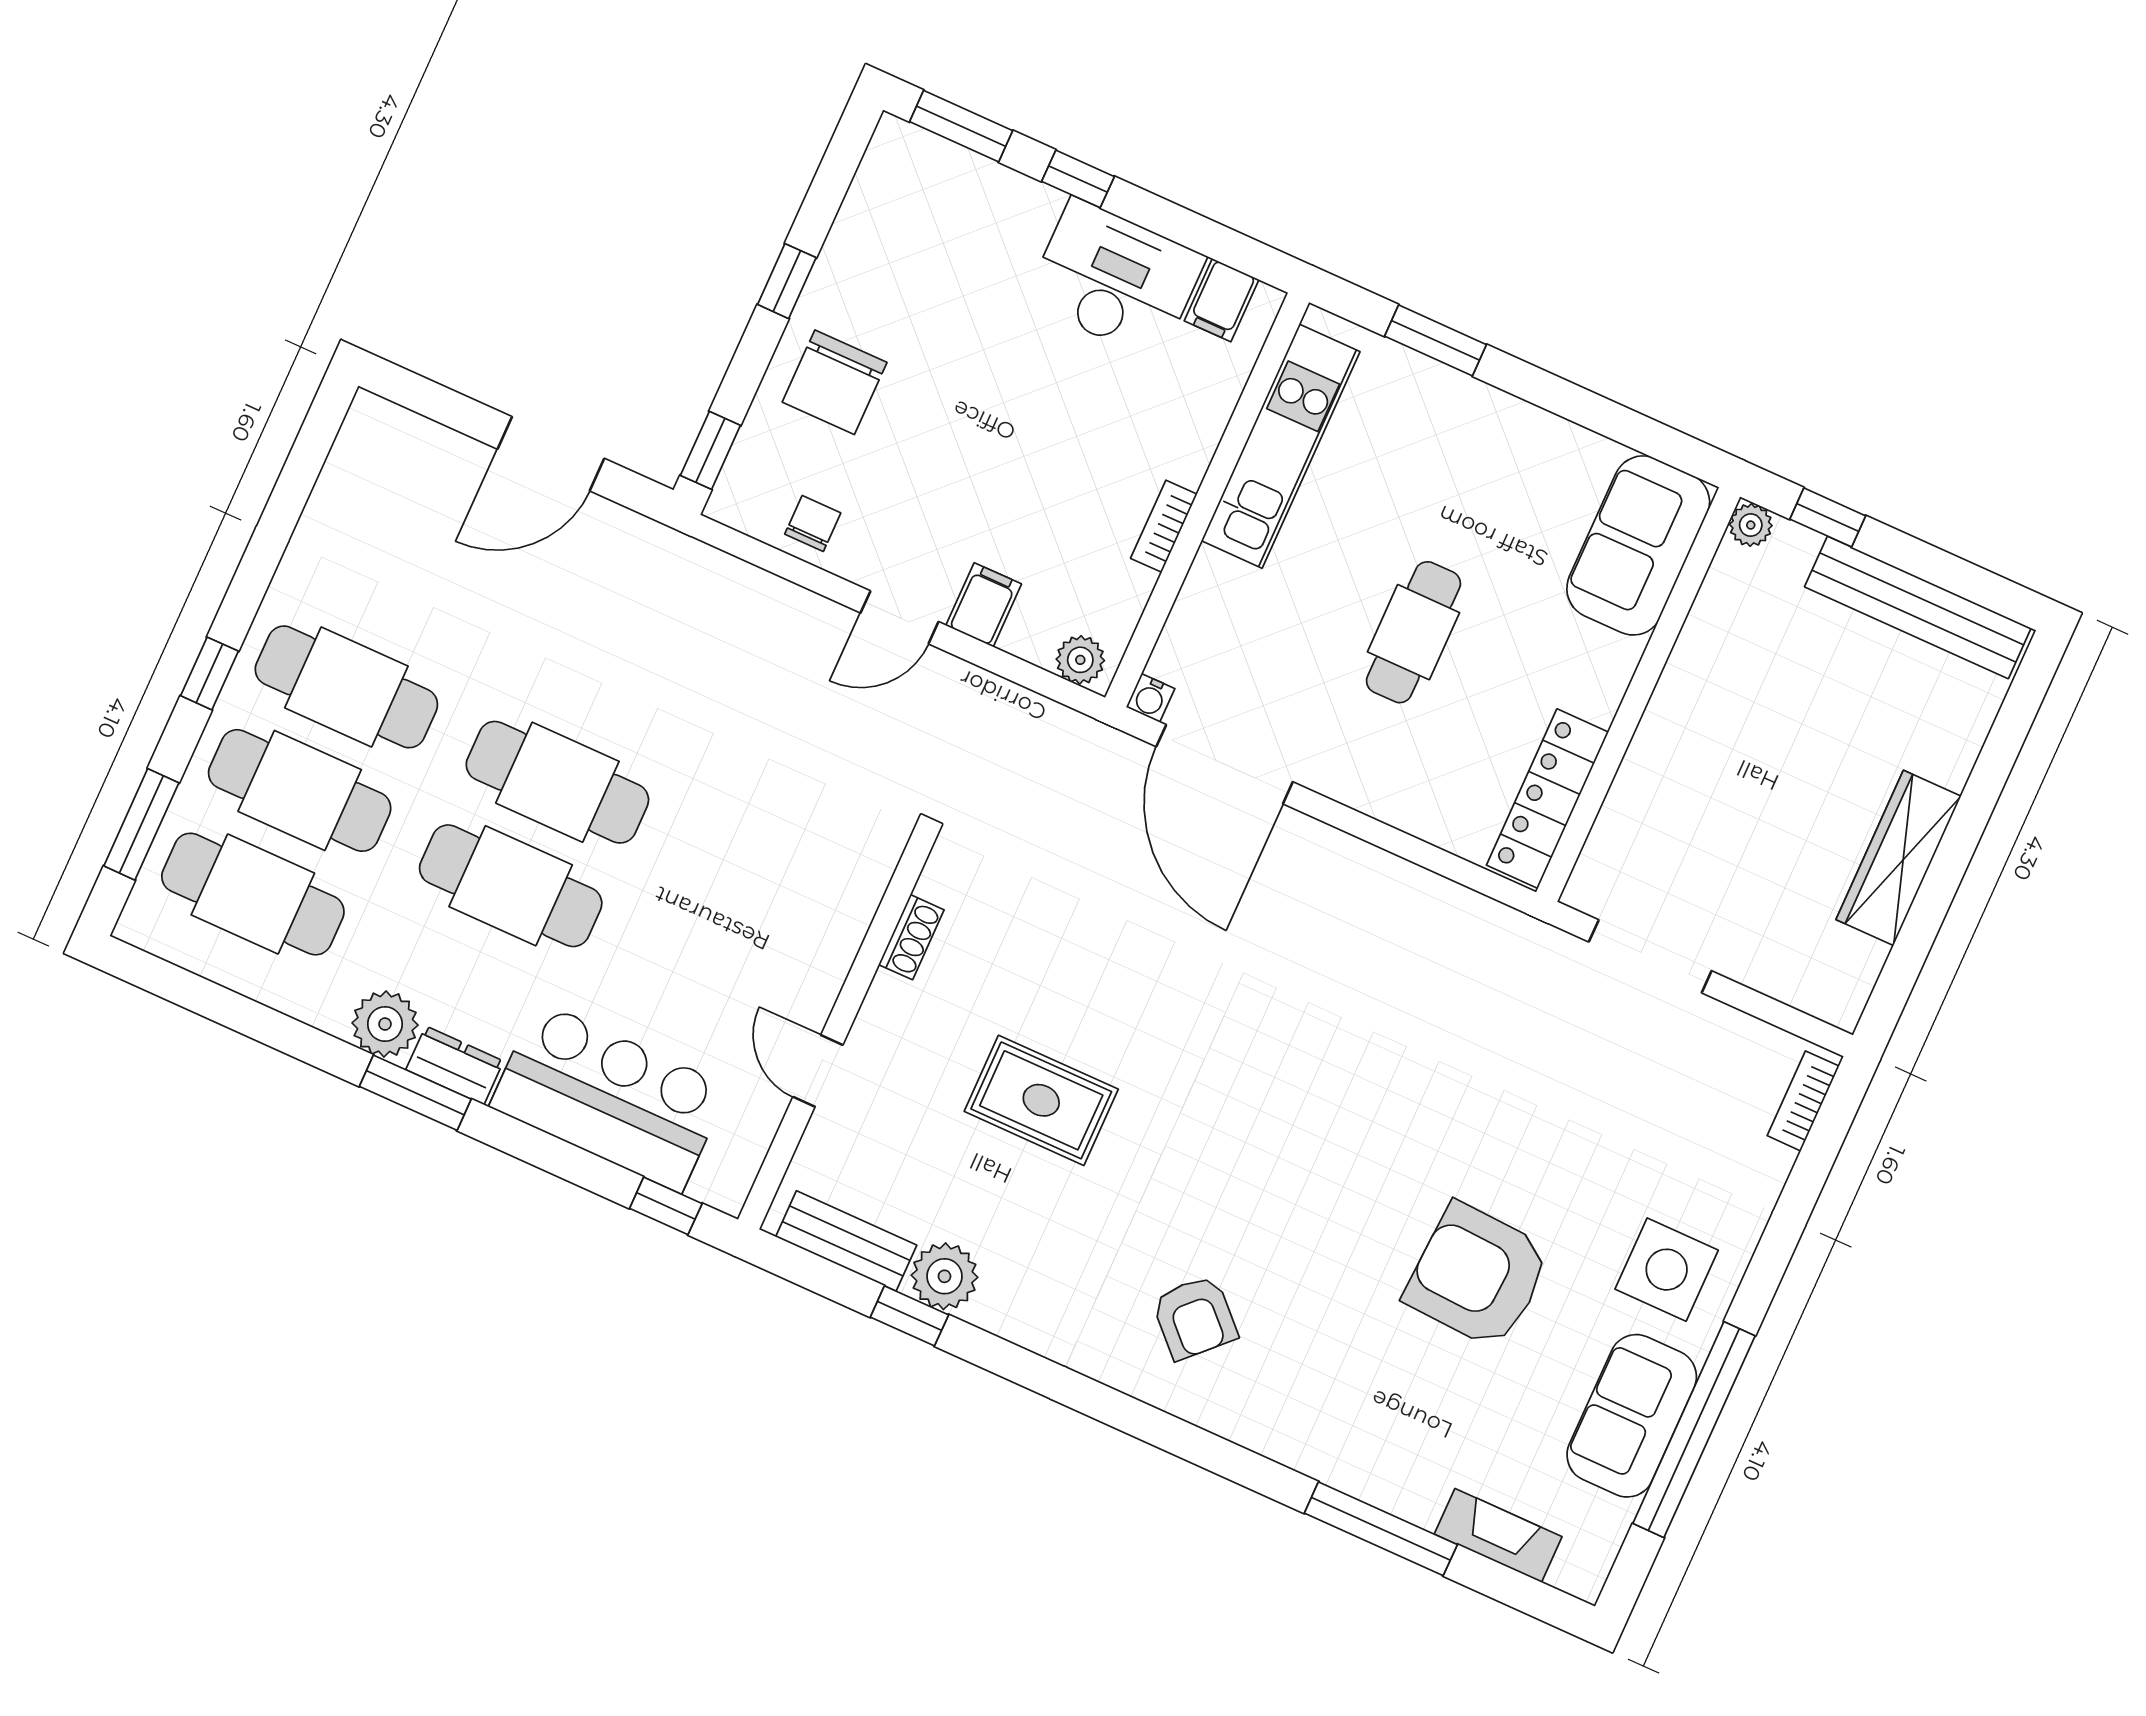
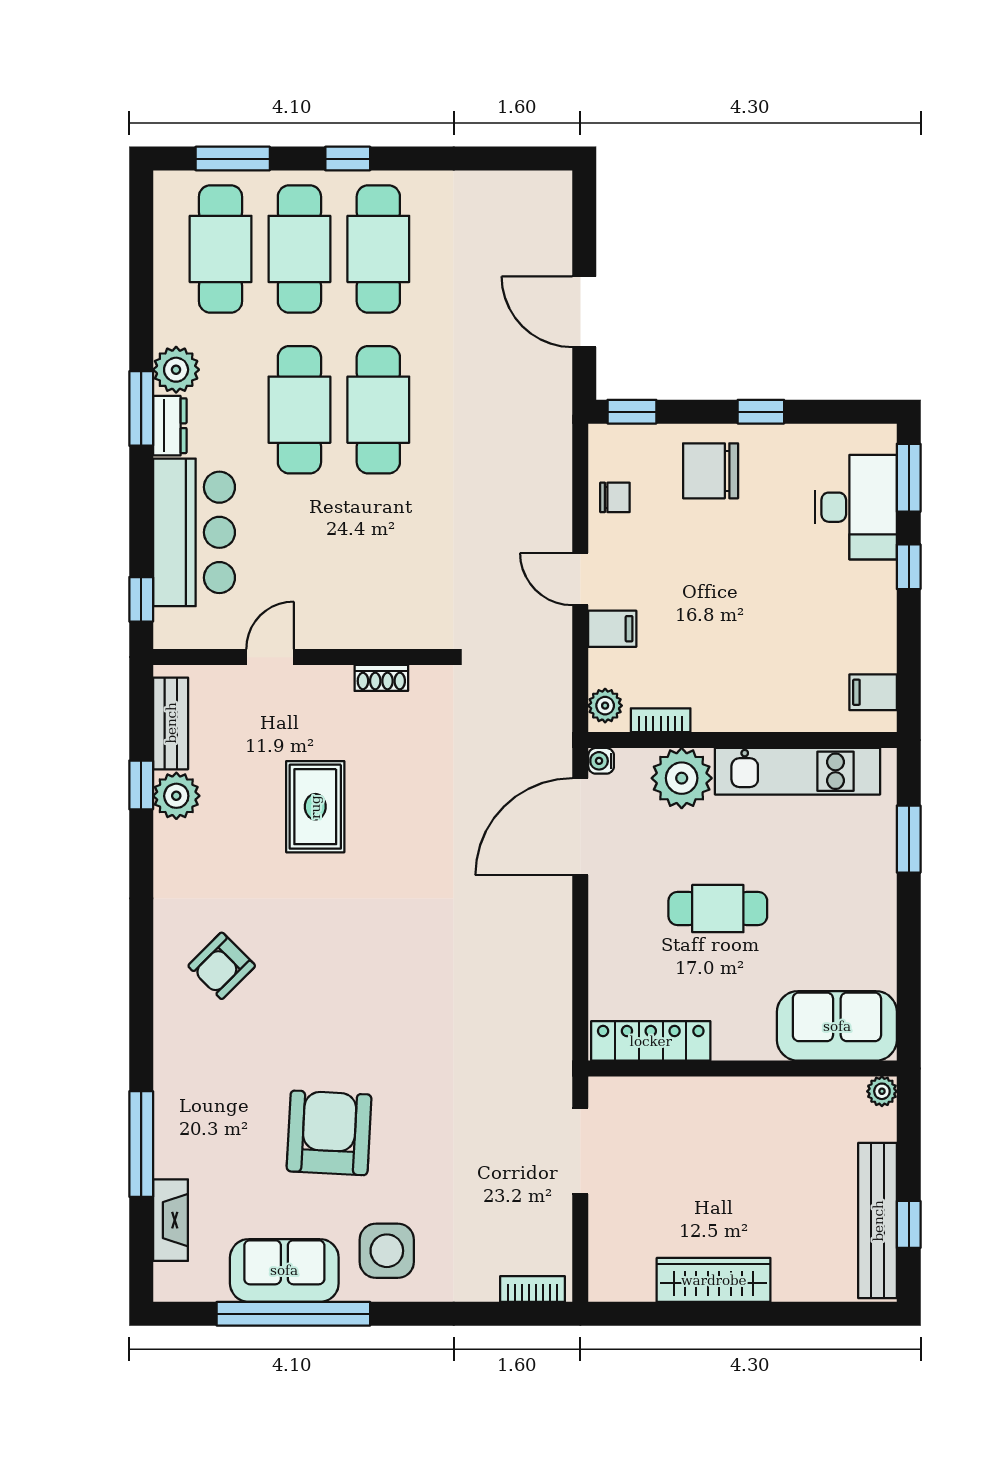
desk: (1115, 279) -> (856, 507), moved
window: (1828, 517) -> (909, 1224), moved
bookcase: (1164, 526) -> (661, 720), moved
plant: (1221, 602) -> (682, 778), added

